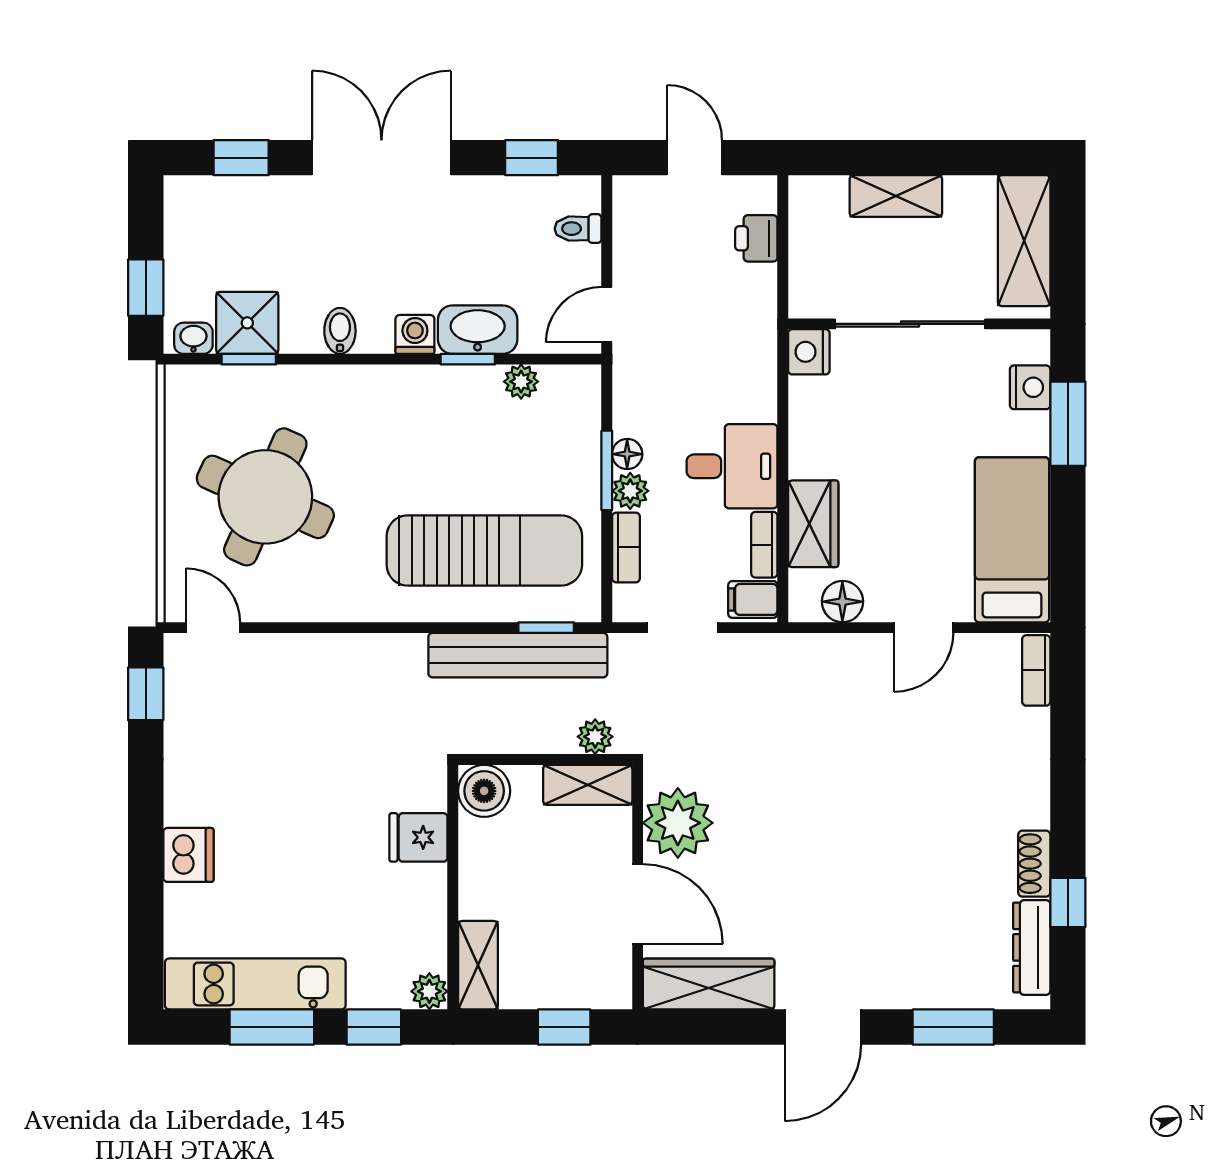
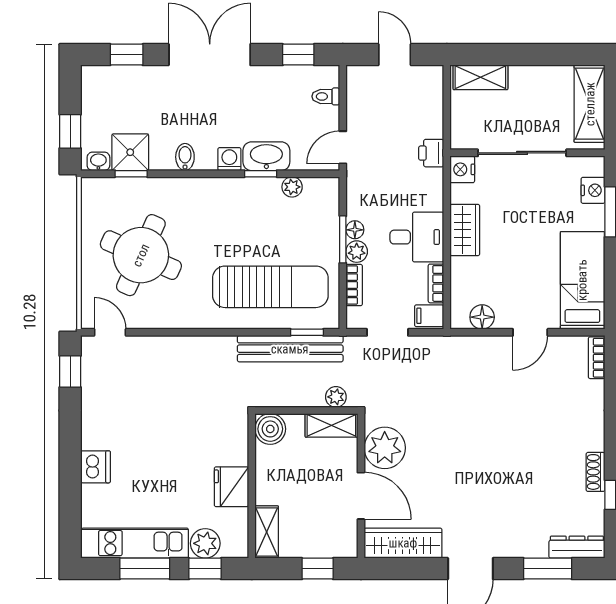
shelving: (896, 196) -> (480, 77), moved
printer: (756, 238) -> (431, 153), moved
wardrobe: (813, 524) -> (465, 230), moved
fridge: (418, 837) -> (231, 487), moved, width x1.38
dresser: (1032, 947) -> (577, 547), moved, turned 90
plant: (429, 991) -> (205, 543), moved, width x1.38, depth x1.38

